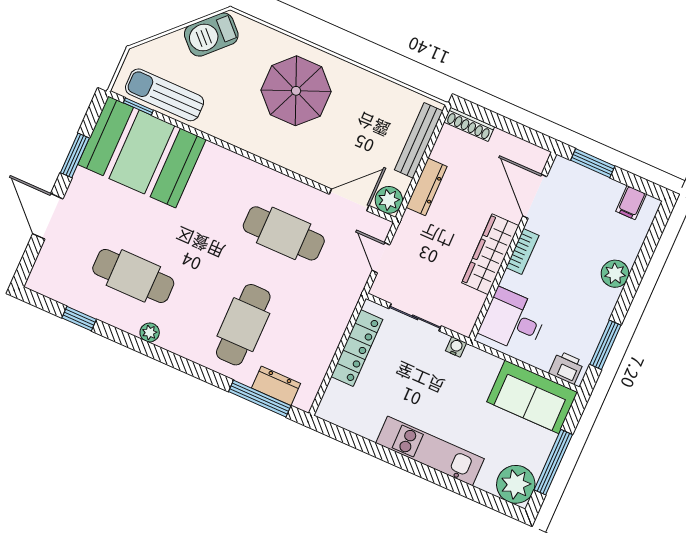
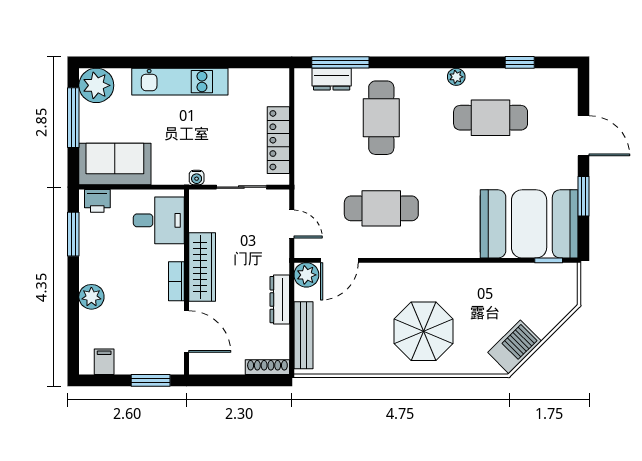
sun lounger: (165, 95) -> (531, 280), removed

